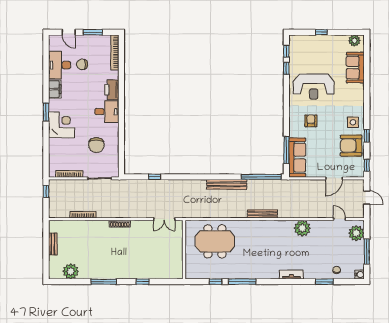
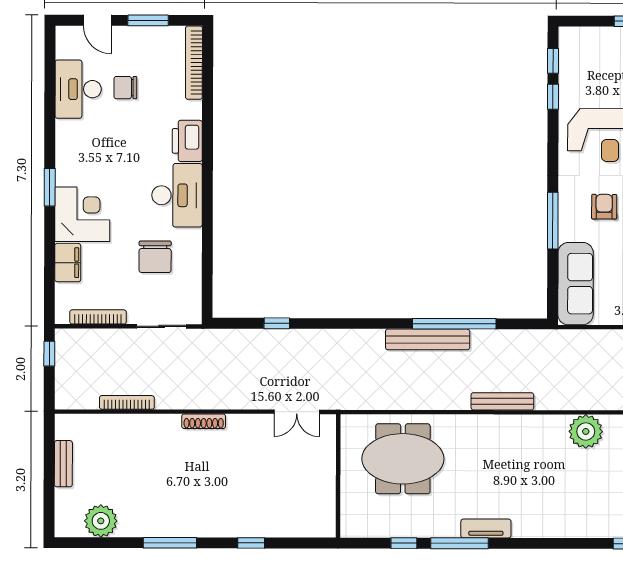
filing cabinet: (55, 89) -> (68, 263), moved
desk: (107, 112) -> (177, 195), width x1.37
window: (286, 150) -> (553, 221), moved
window: (261, 177) -> (454, 324), moved
tv unit: (291, 275) -> (486, 528), moved

